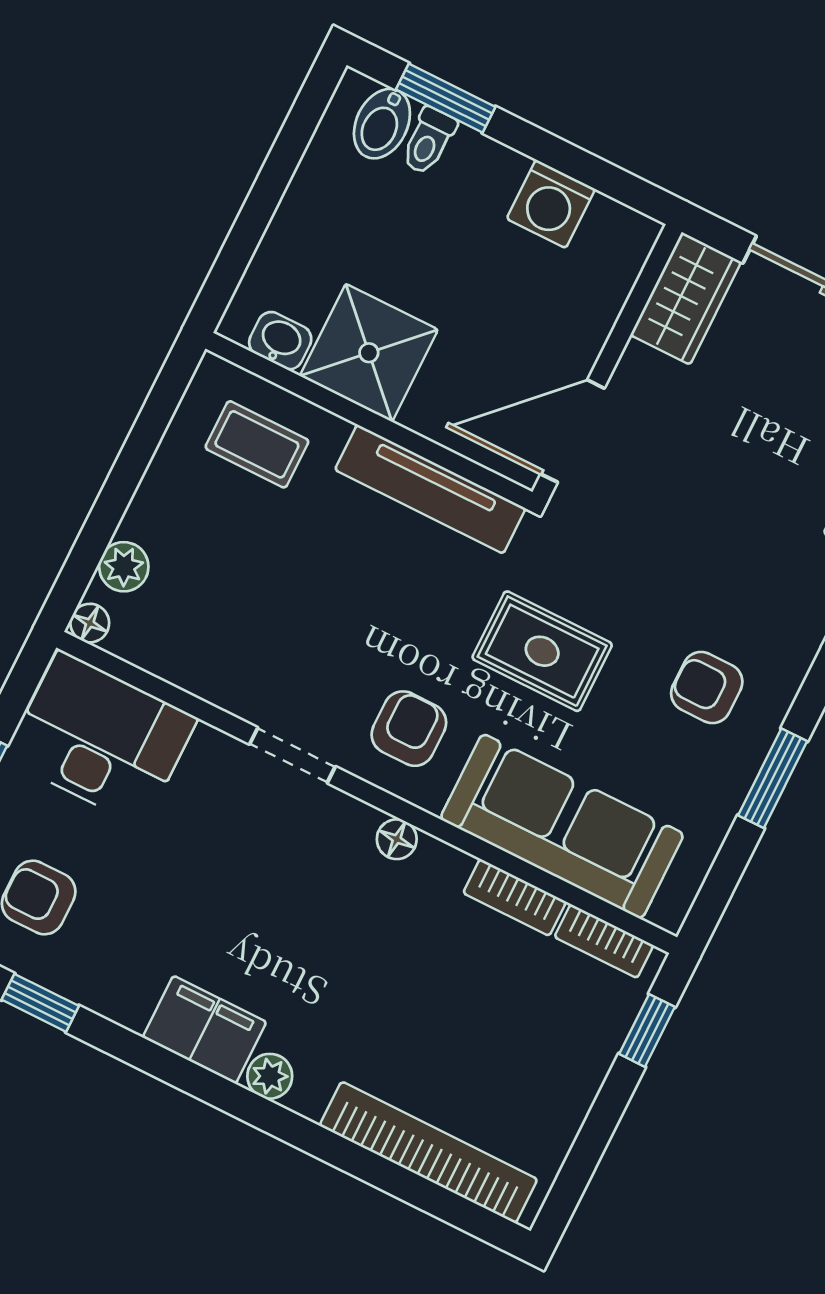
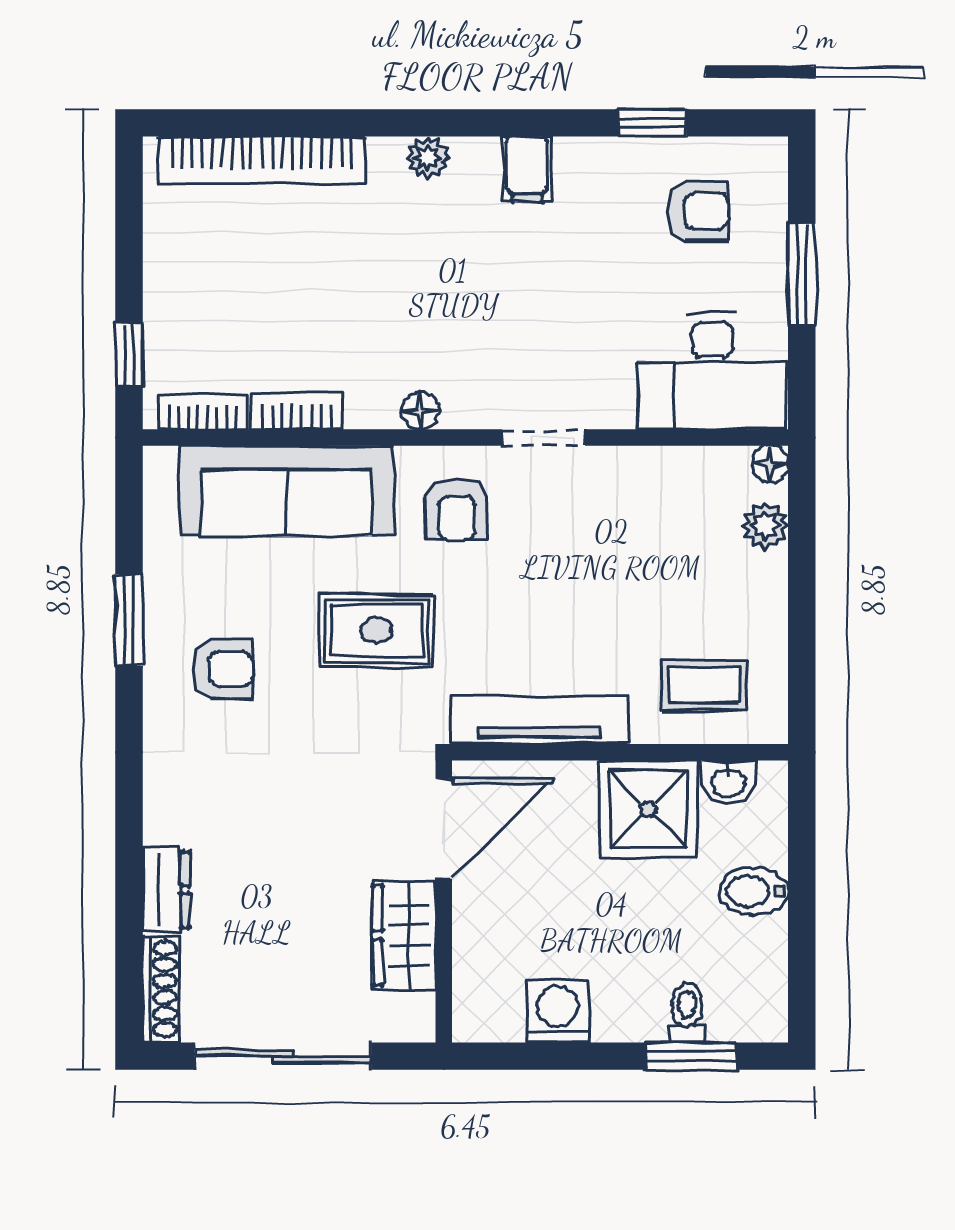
bidet: (382, 124) -> (754, 891), moved, turned -90
wardrobe: (686, 298) -> (404, 936), moved
filing cabinet: (204, 1030) -> (527, 169), width x0.50

